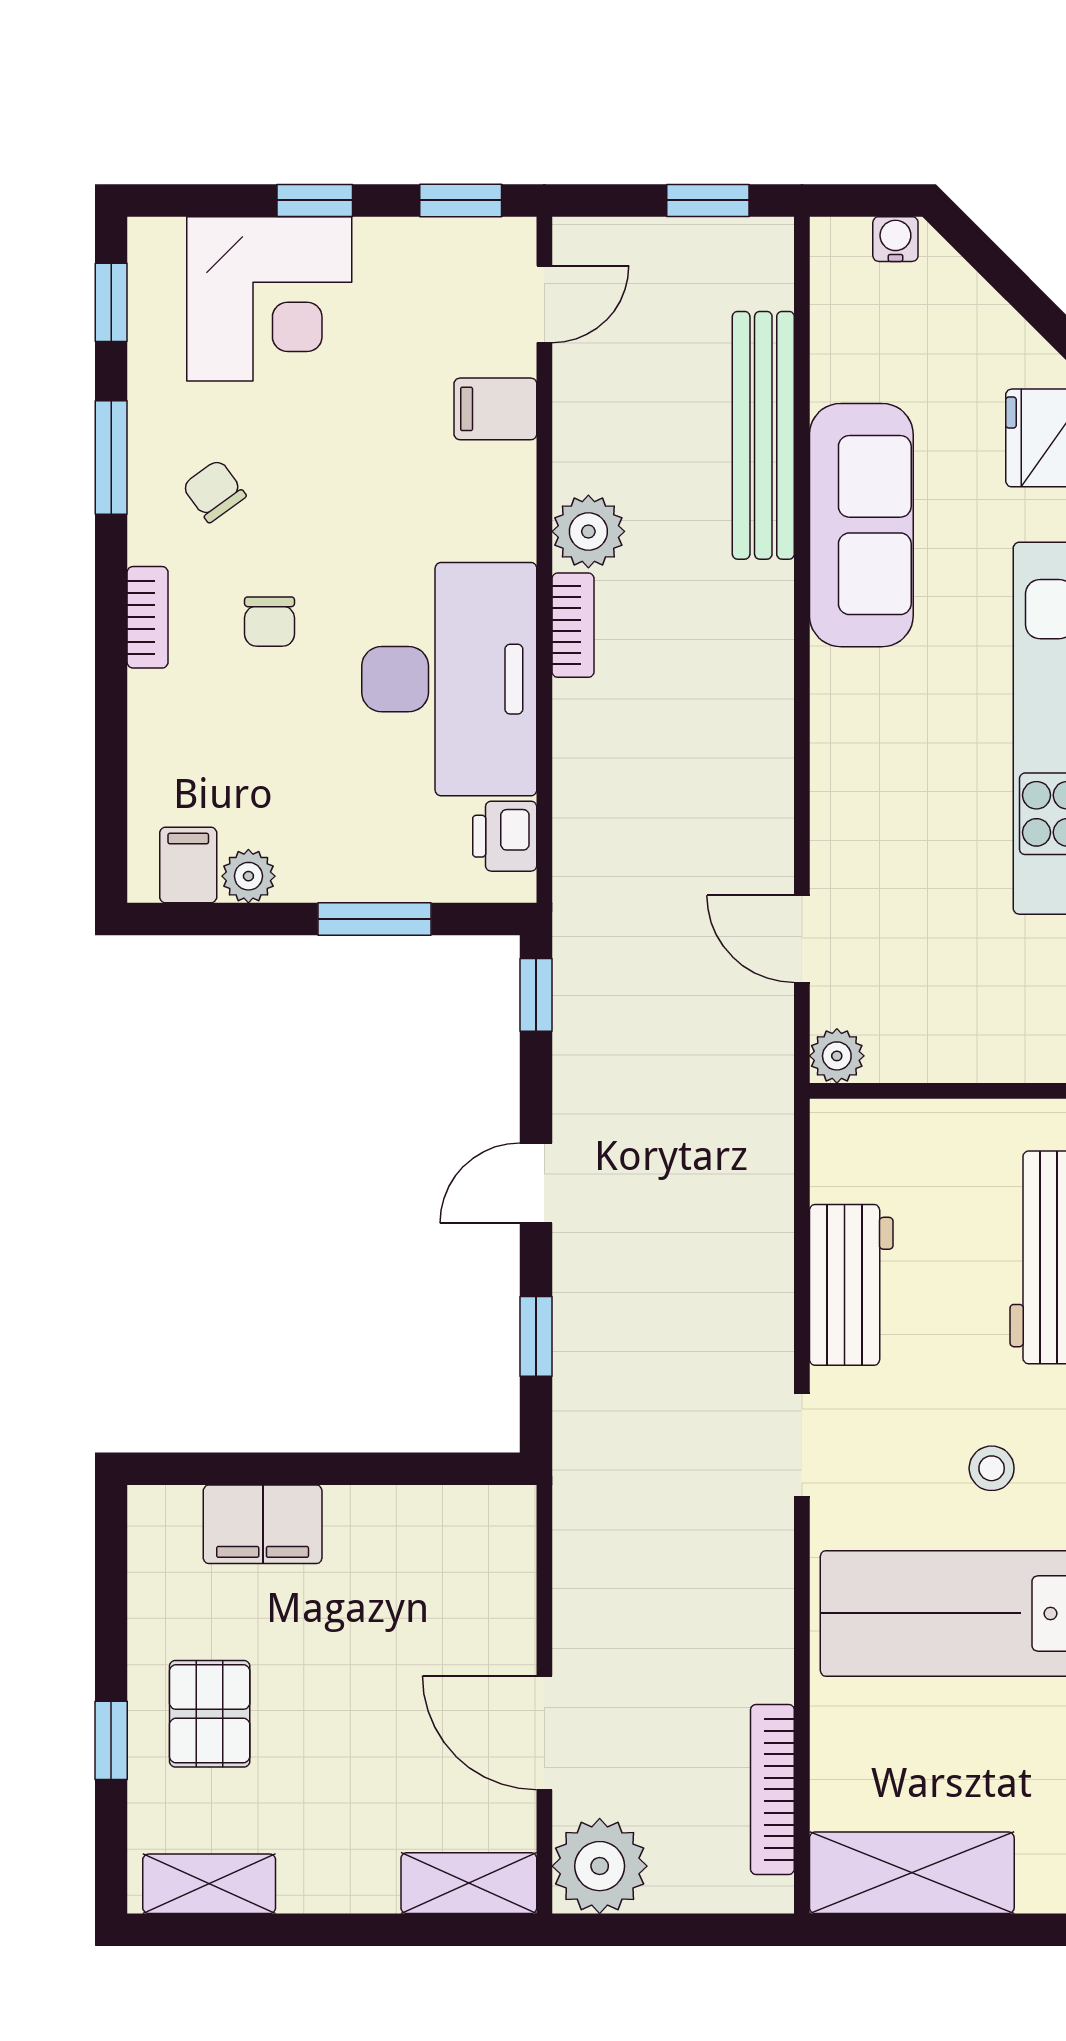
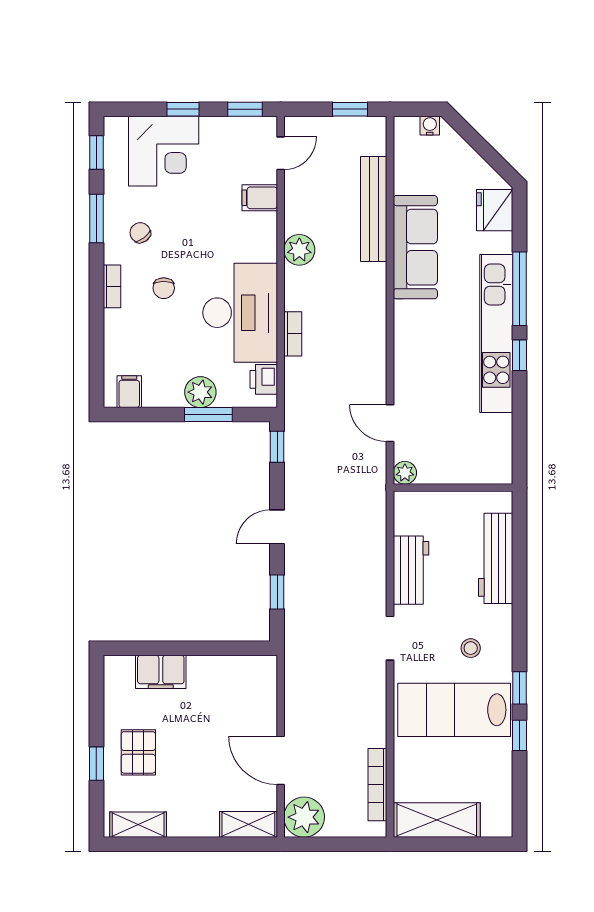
bookcase: (573, 625) -> (293, 334), moved
plant: (248, 876) -> (200, 392), moved, width x1.38, depth x1.38

